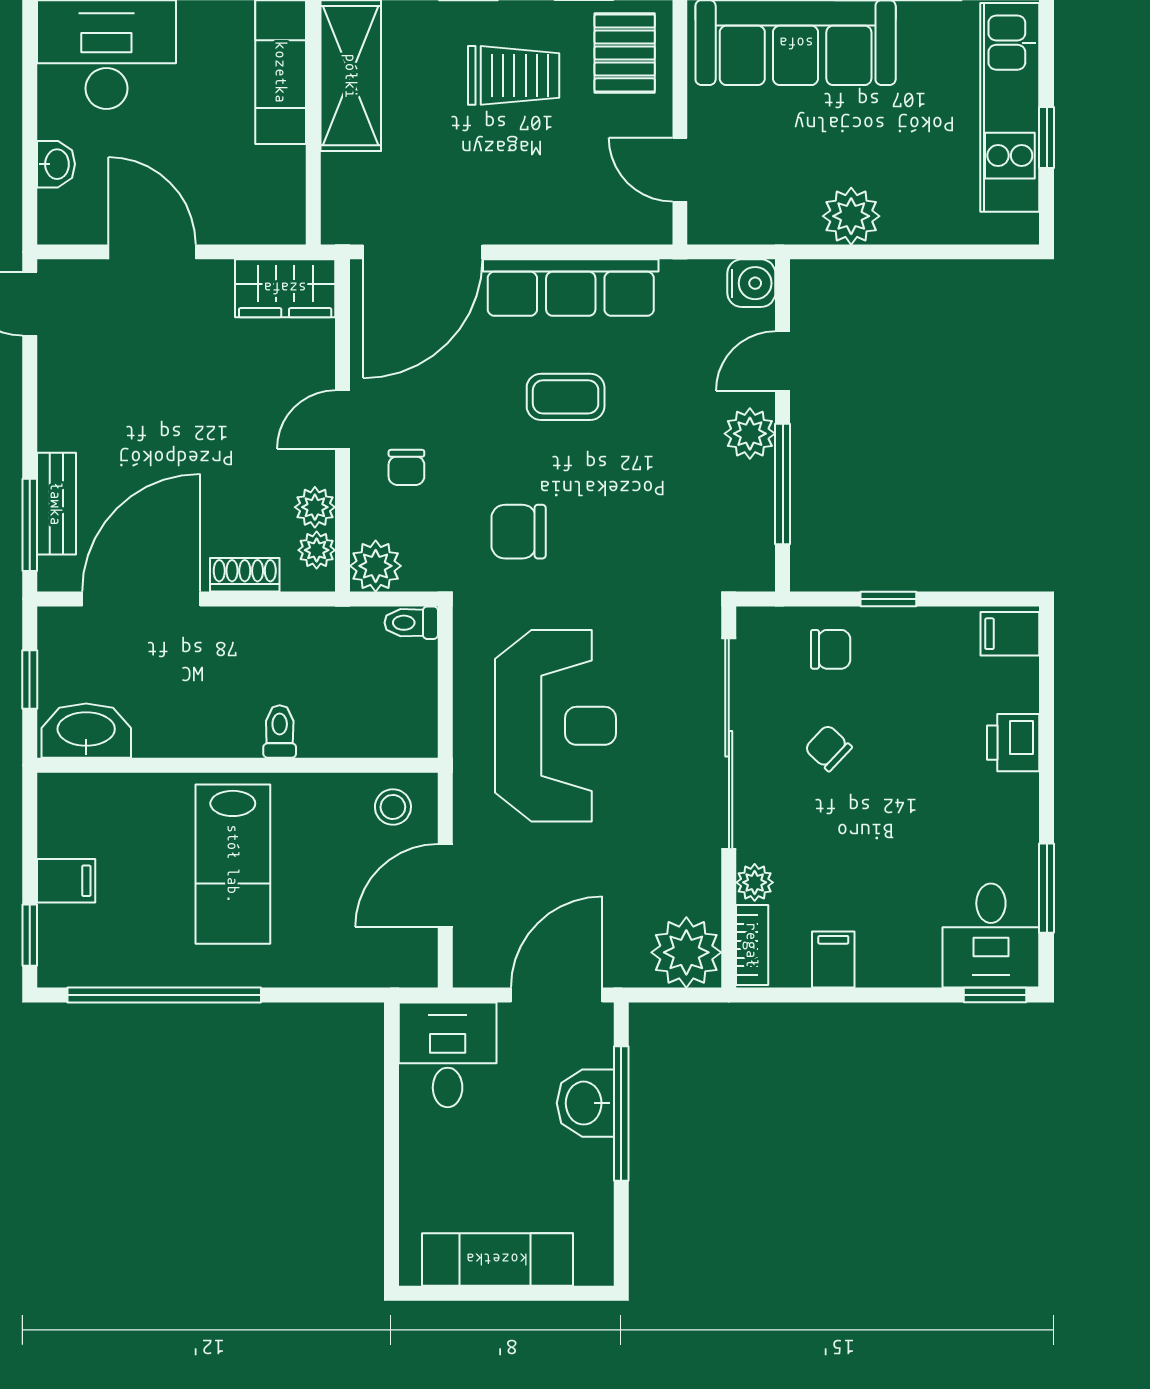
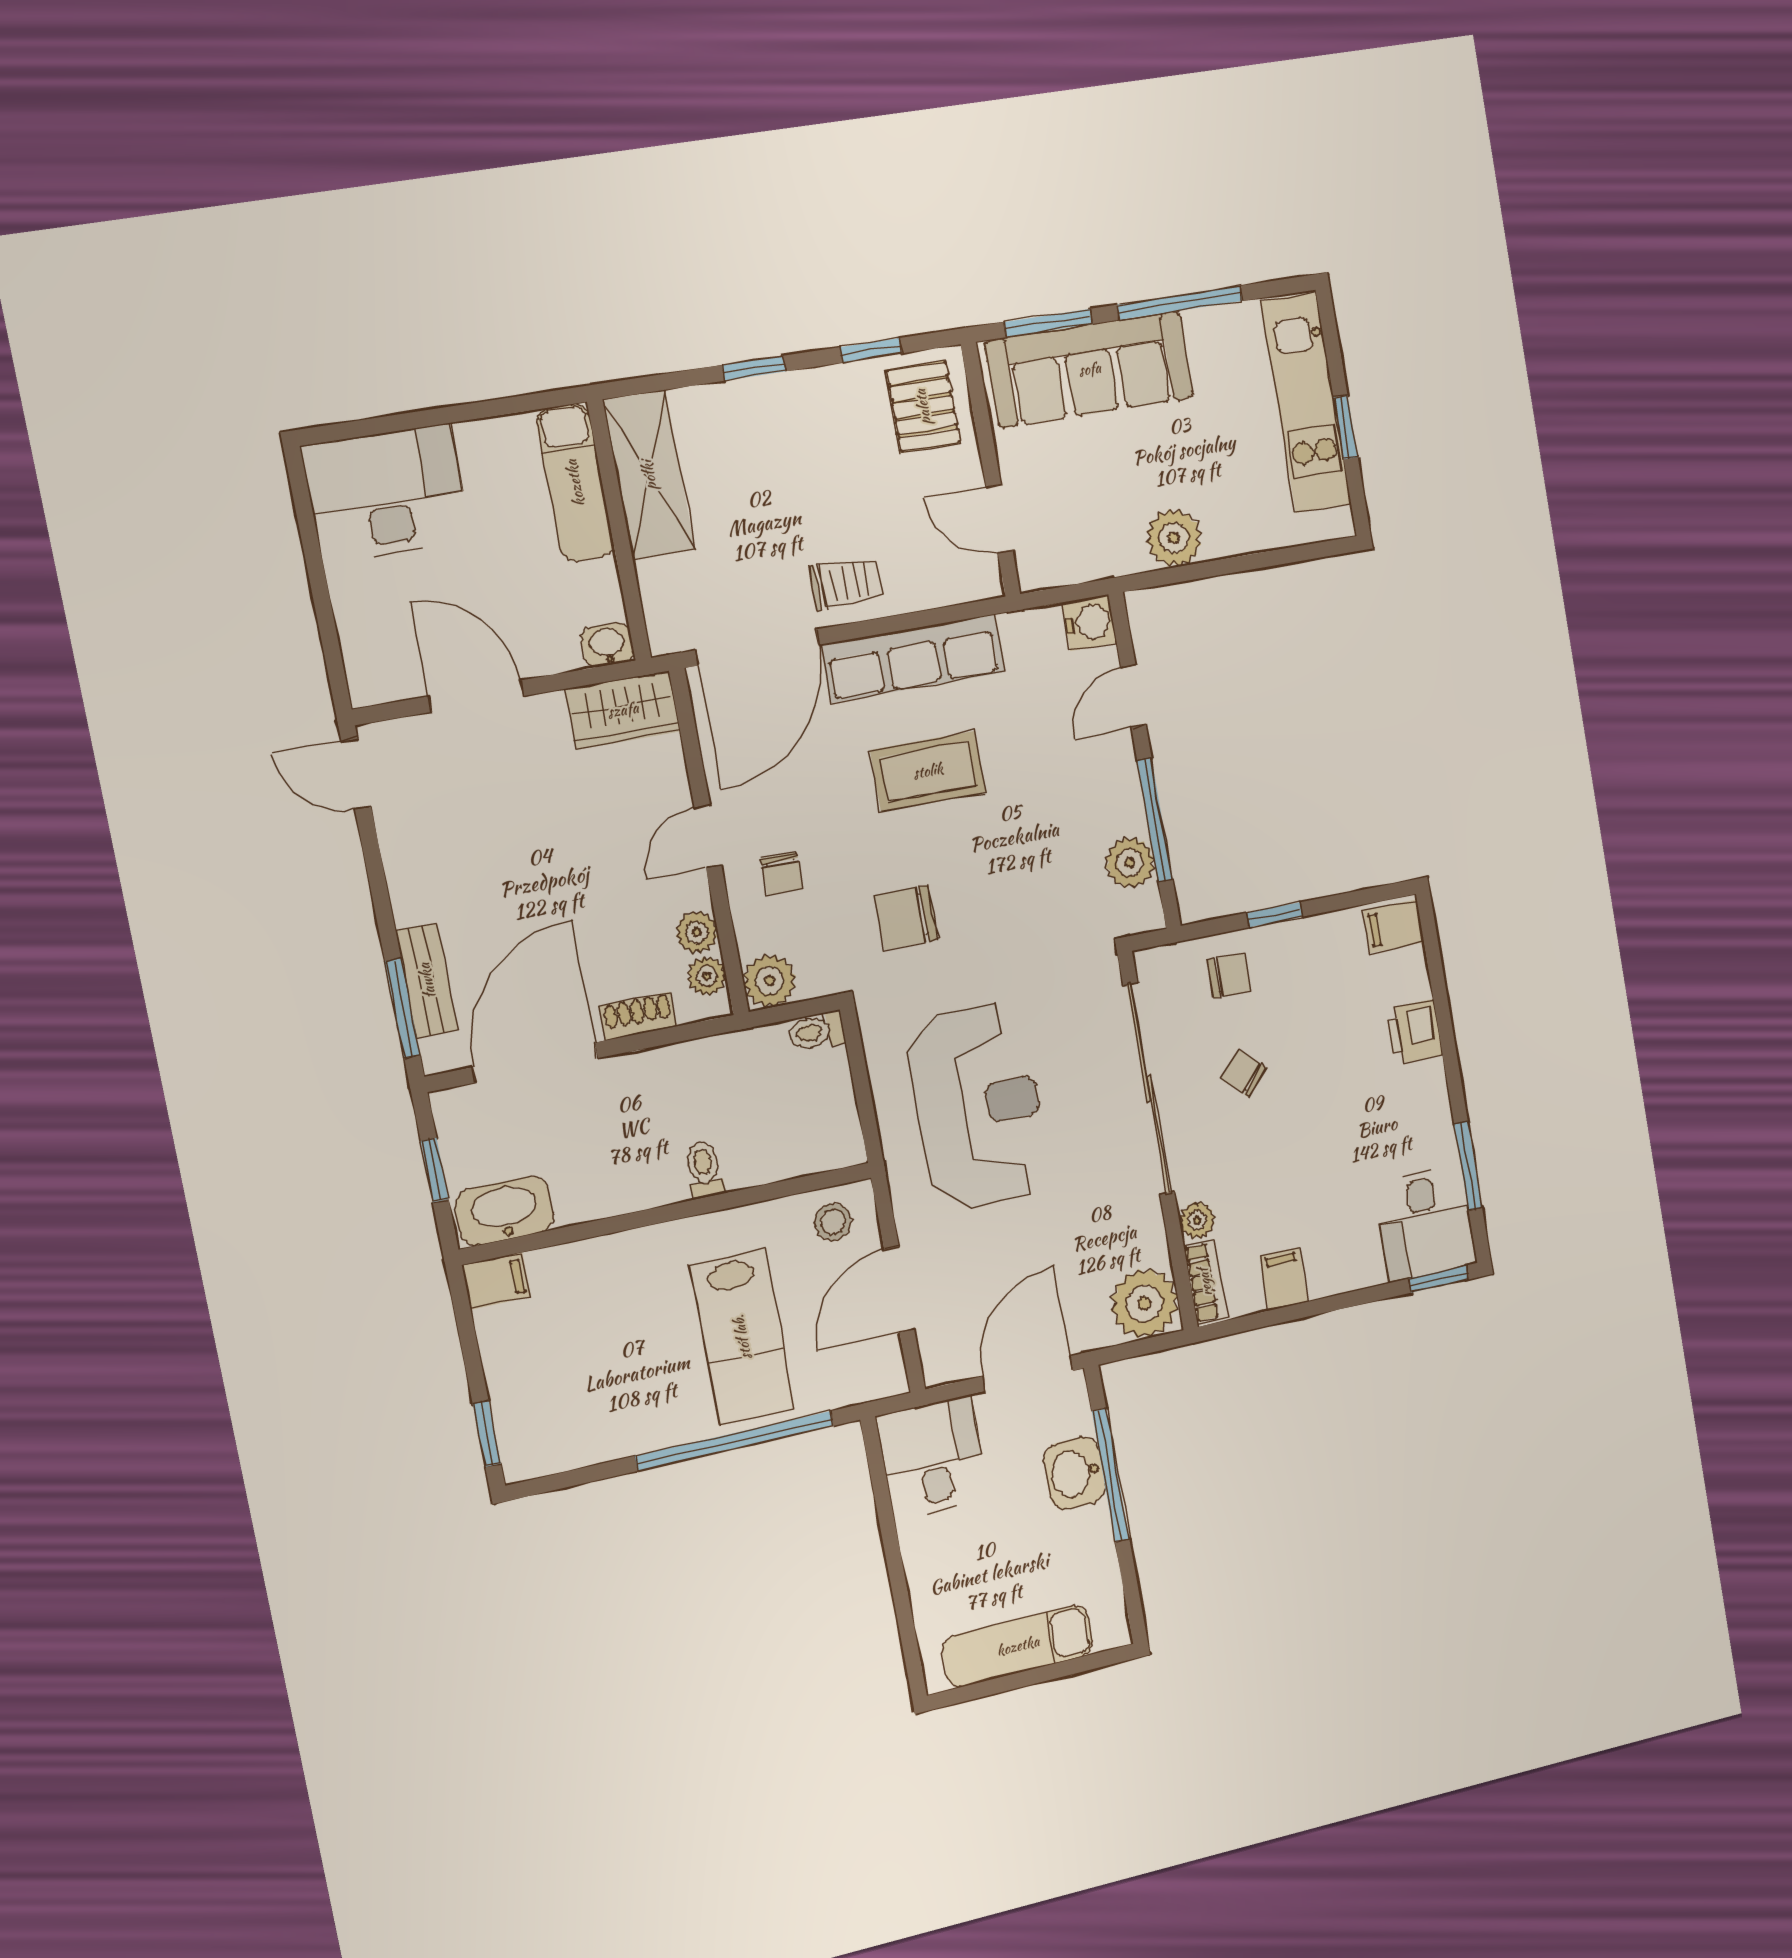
trolley: (514, 75) -> (846, 583), moved, width x0.73, depth x0.72
washbasin: (56, 164) -> (607, 645), moved, turned -90
coffee table: (566, 397) -> (928, 771), width x1.36, depth x1.30
plant: (750, 434) -> (1130, 863), moved
lab bench: (233, 864) -> (742, 1337), moved
filing cabinet: (66, 881) -> (496, 1281), moved
window: (164, 995) -> (735, 1441), moved

